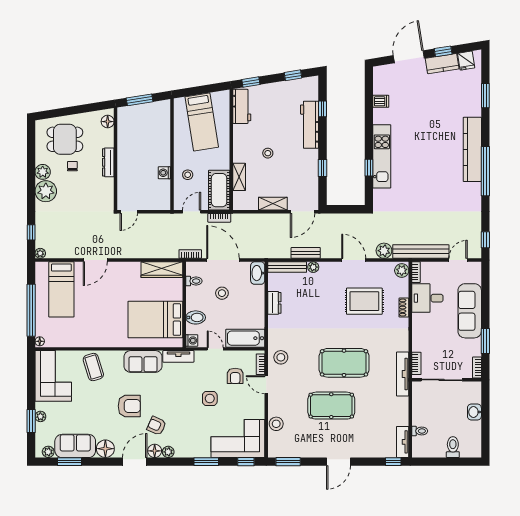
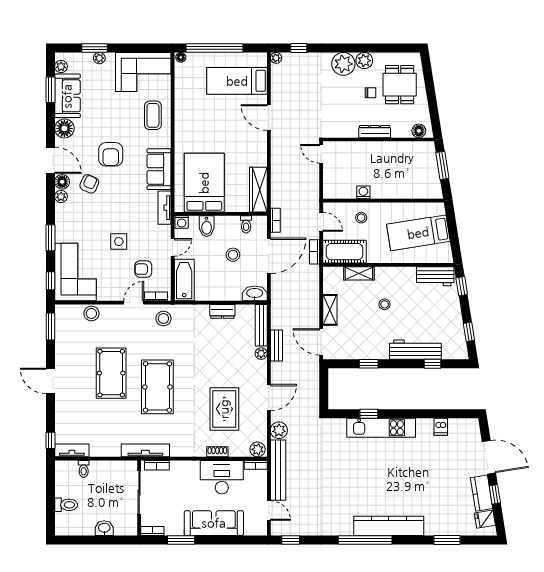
desk: (427, 298) -> (222, 477), width x1.37
coffee table: (93, 367) -> (153, 115), turned -73

